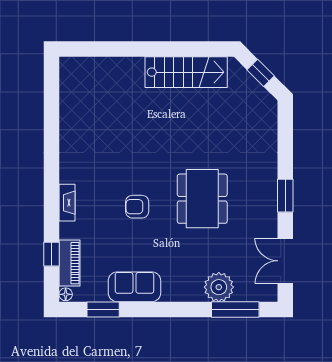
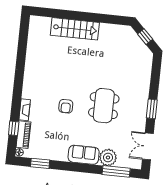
stairs: (186, 72) -> (75, 29), moved
fireplace: (67, 203) -> (25, 110), moved
armchair: (137, 207) -> (66, 106), turned -90
sofa: (134, 287) -> (84, 155), moved

